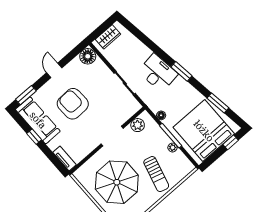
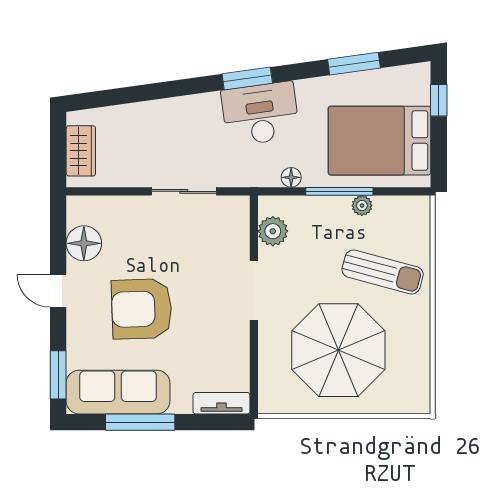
floor lamp: (88, 56) -> (84, 243), moved
desk: (158, 73) -> (260, 114), moved
bed: (204, 131) -> (380, 141), width x0.73
window: (34, 137) -> (140, 422), width x2.17

